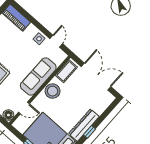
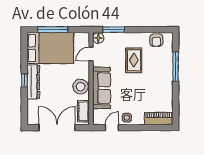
door: (56, 41) -> (112, 128), swing flipped
double door: (96, 77) -> (57, 128), swing flipped

